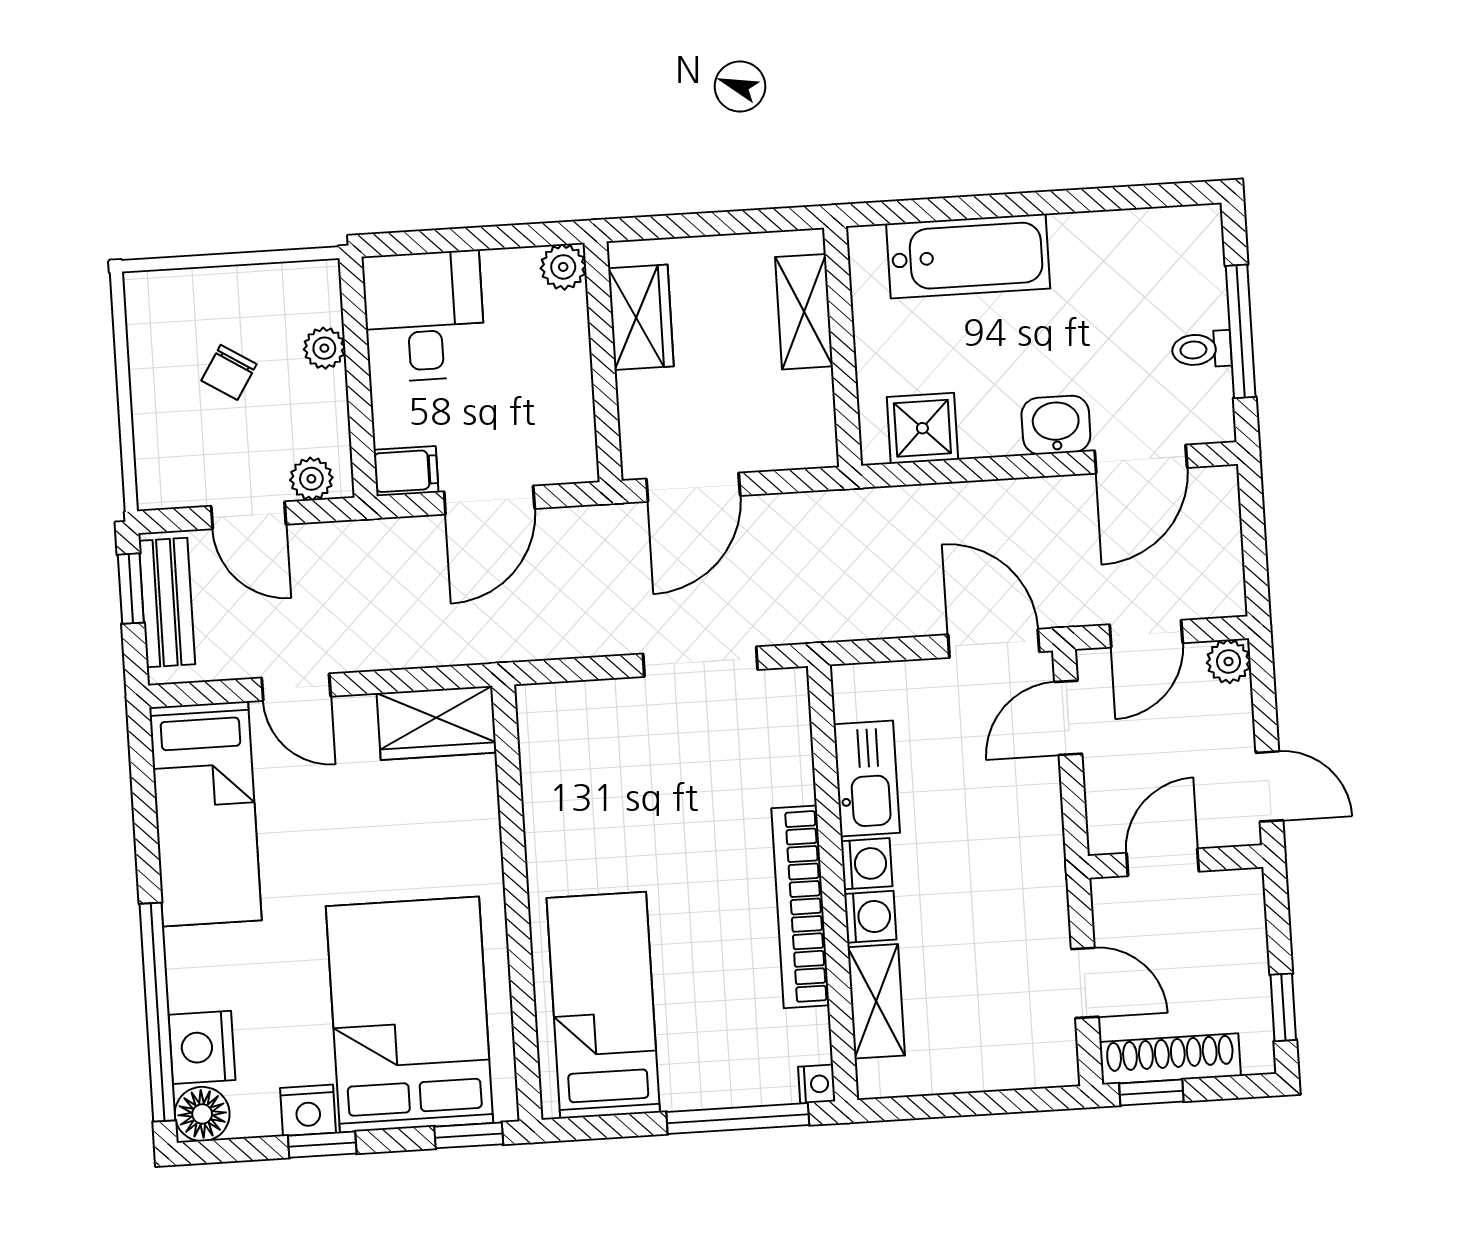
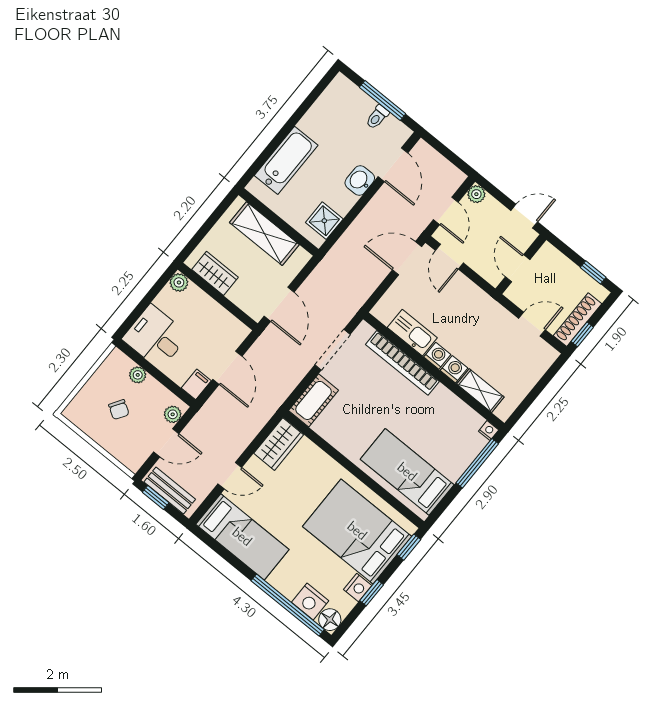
shelving: (804, 312) -> (264, 234), width x1.50, depth x1.33
cot: (575, 713) -> (314, 400), added
bookcase: (800, 907) -> (402, 363), moved

